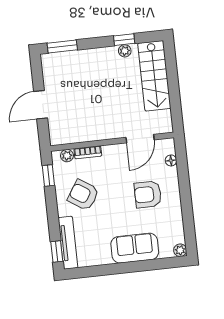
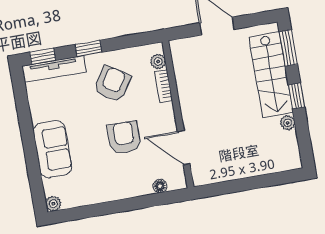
window: (124, 40) -> (296, 96), moved
stairs: (154, 76) -> (271, 75), moved, turned -90
window: (48, 176) -> (88, 48), moved
armchair: (148, 194) -> (124, 138), moved

